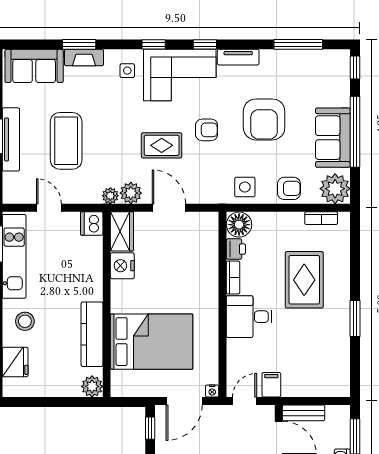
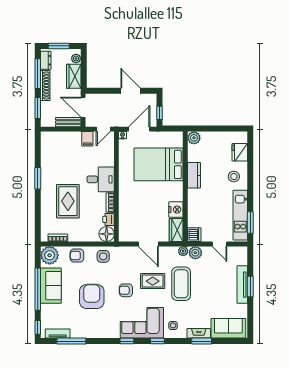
tv unit: (238, 57) -> (58, 333), moved
coffee table: (66, 141) -> (181, 284), moved
plant: (131, 193) -> (195, 253), moved
kitchen counter: (92, 334) -> (194, 175), width x0.67

